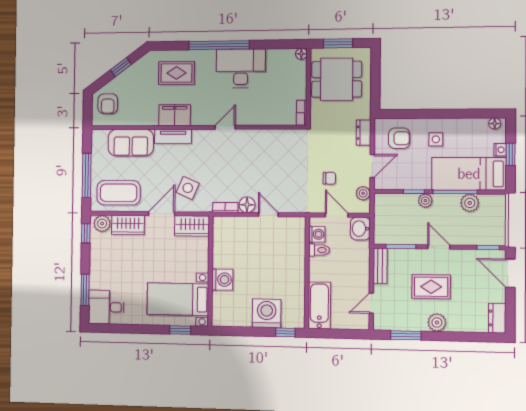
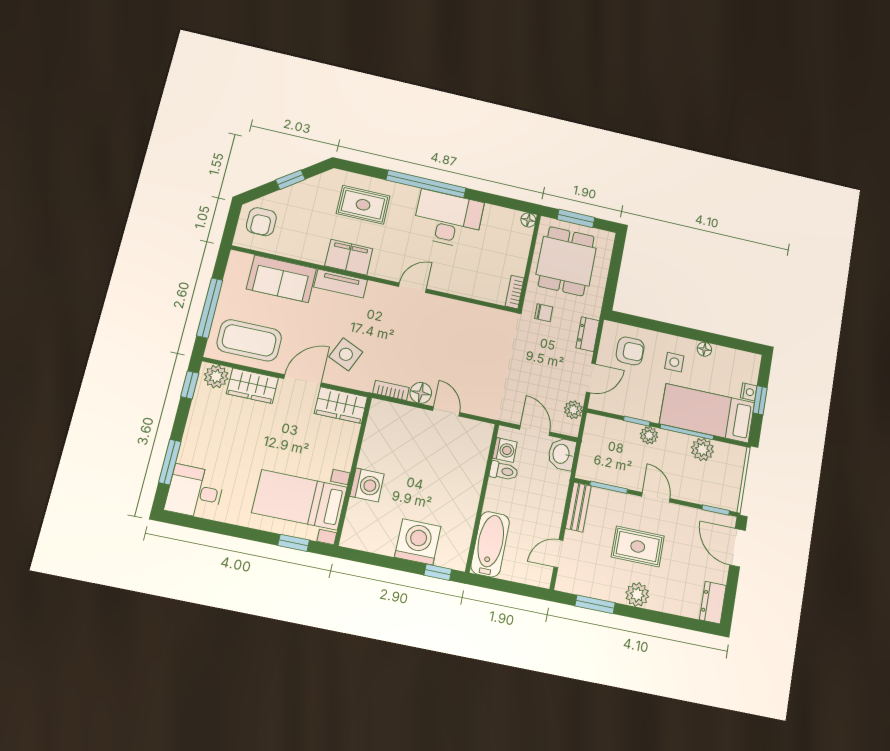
dining table: (337, 79) -> (566, 261), turned 90
floor lamp: (495, 124) -> (704, 349), moved
chair: (329, 178) -> (544, 313), moved

